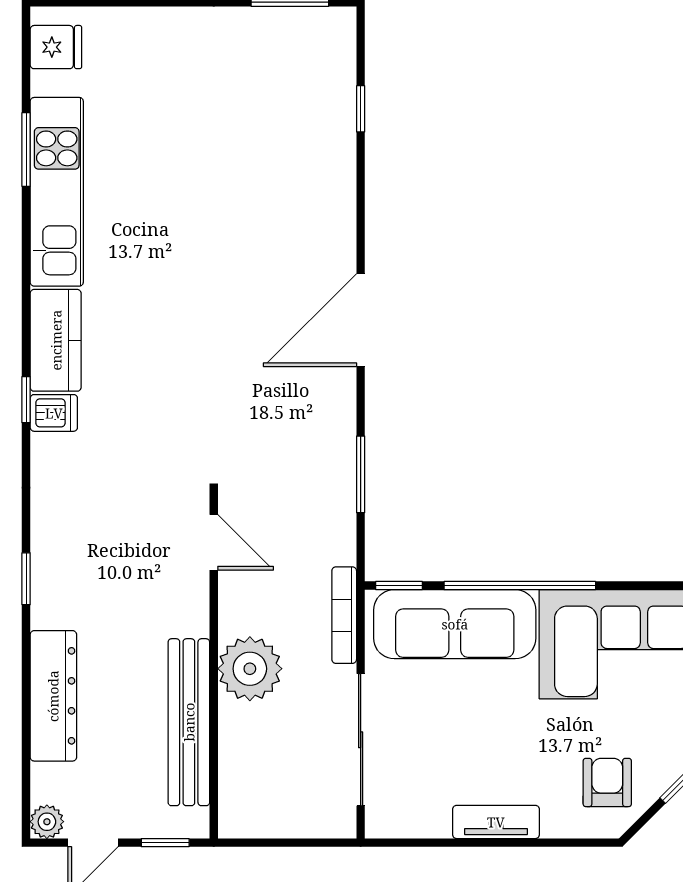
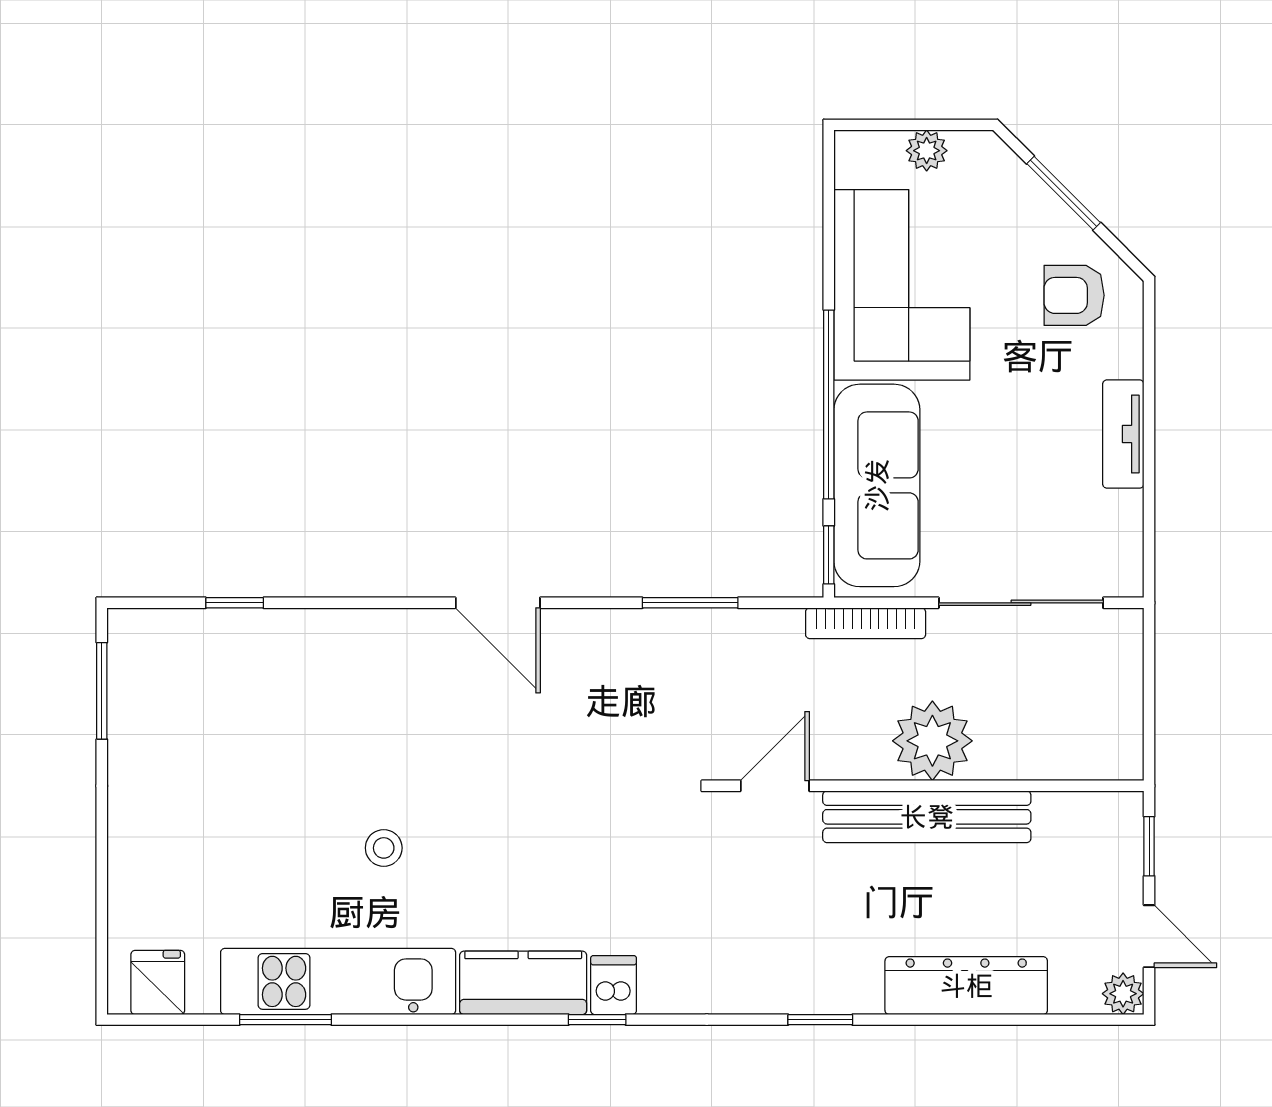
stool: (164, 228) -> (384, 848), added
door: (361, 320) -> (498, 603), width x0.73
bench: (189, 722) -> (927, 817), moved

